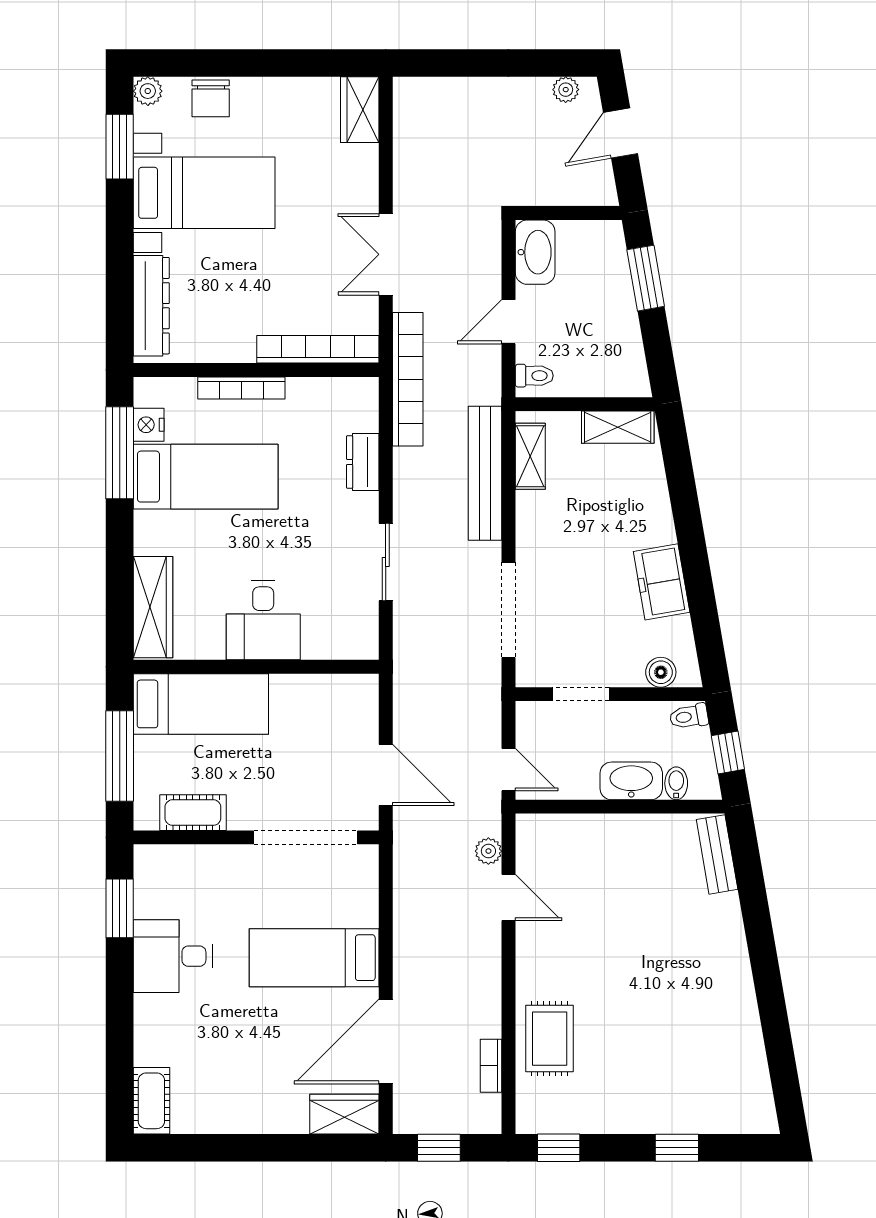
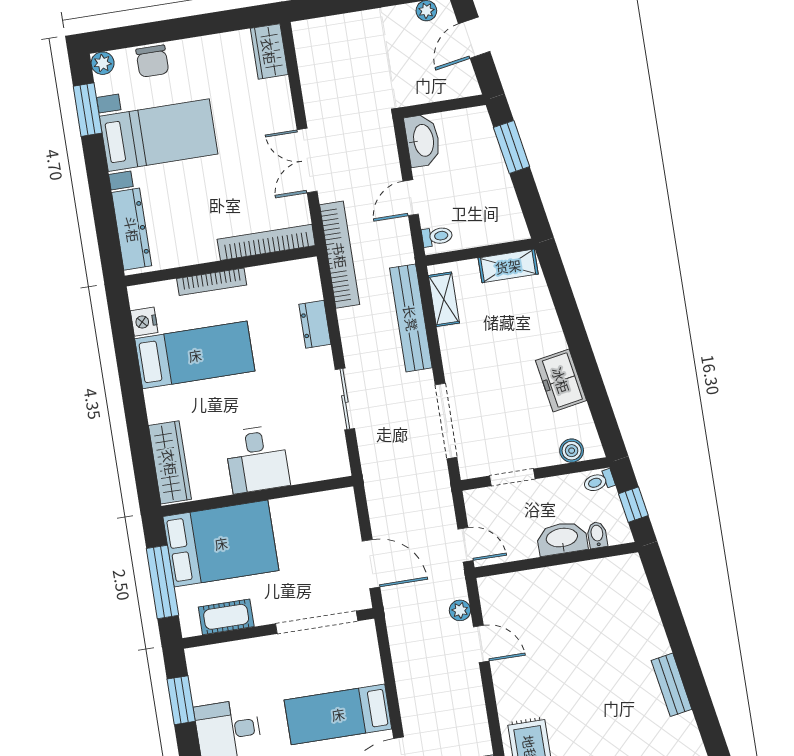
window: (120, 453) -> (125, 347), removed
bed: (201, 704) -> (221, 543), width x1.50
bench: (717, 854) -> (672, 685), moved

